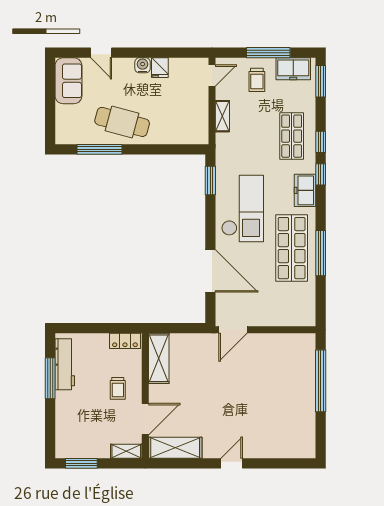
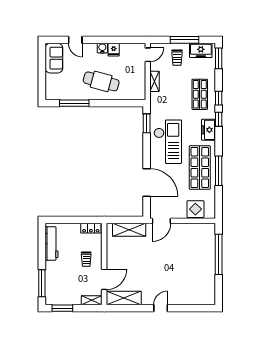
cafe table: (122, 122) -> (101, 81), moved
display table: (285, 312) -> (195, 209), added
shelving: (159, 358) -> (129, 230), moved, turned 90
window: (50, 378) -> (42, 283), moved

